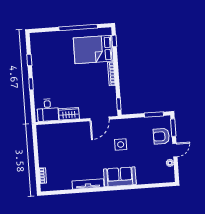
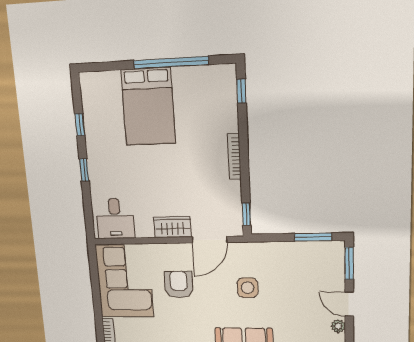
bed: (94, 50) -> (148, 107), moved, turned -90
wardrobe: (69, 114) -> (173, 227), moved
armchair: (161, 136) -> (179, 285), moved, turned 90
corner sofa: (52, 145) -> (125, 281), added
door: (175, 150) -> (349, 304), swing flipped

